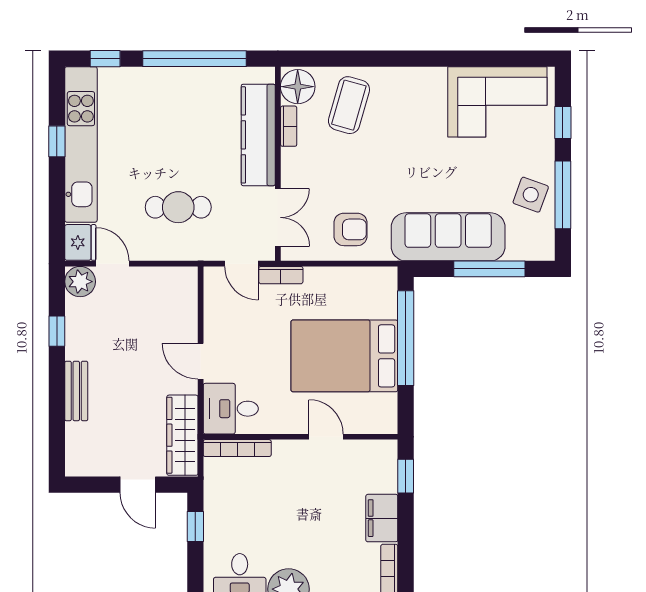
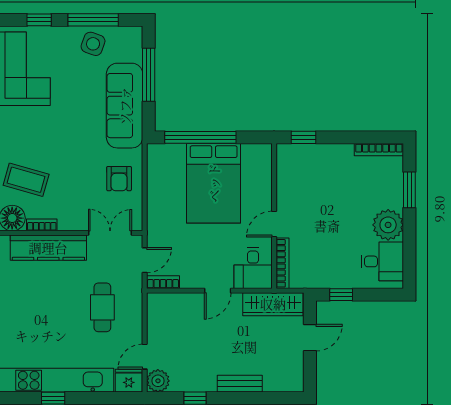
armchair: (350, 229) -> (119, 179), turned 180
bookcase: (281, 275) -> (163, 282), moved, turned -90
door: (326, 437) -> (274, 224), moved
filing cabinet: (382, 518) -> (335, 155), removed

